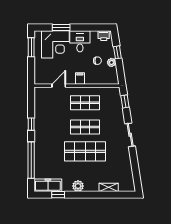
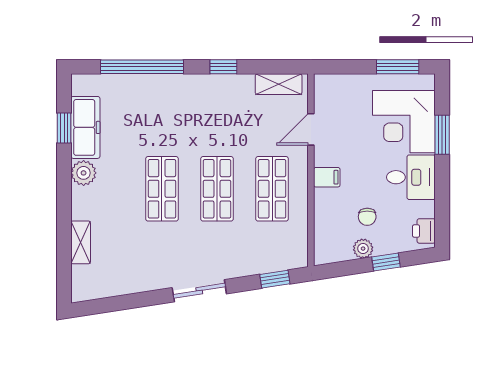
door: (59, 86) -> (311, 129), swing flipped
shelving: (39, 100) -> (279, 84), added
shop shelf: (85, 151) -> (162, 189), width x0.70, depth x0.74
freezer: (48, 185) -> (85, 127), moved

